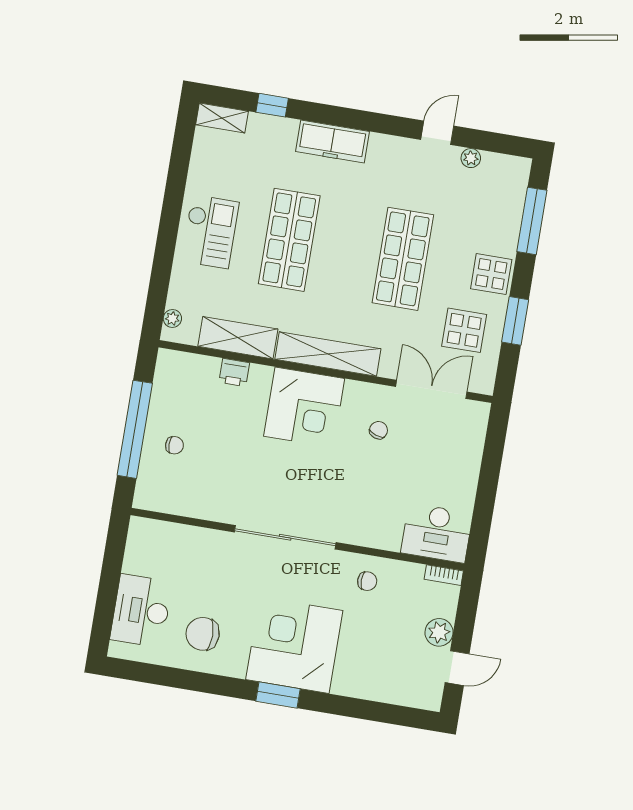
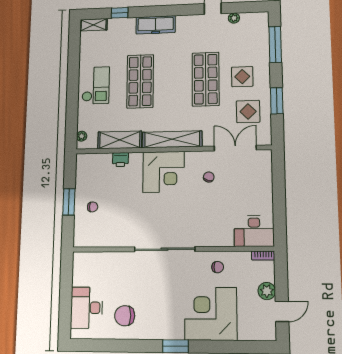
display table: (491, 274) -> (242, 77), moved
window: (135, 429) -> (69, 202), width x0.47
corner desk: (294, 645) -> (211, 314), moved

